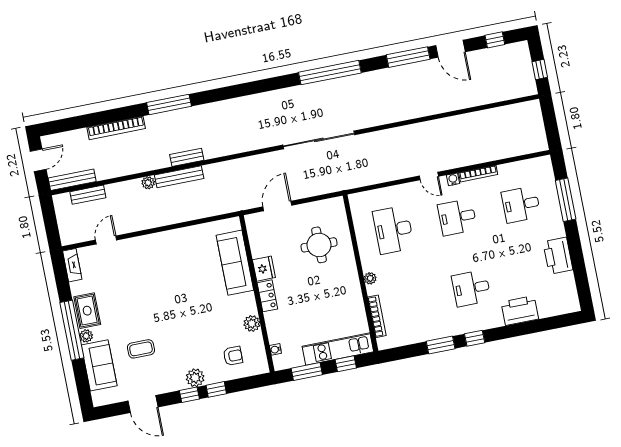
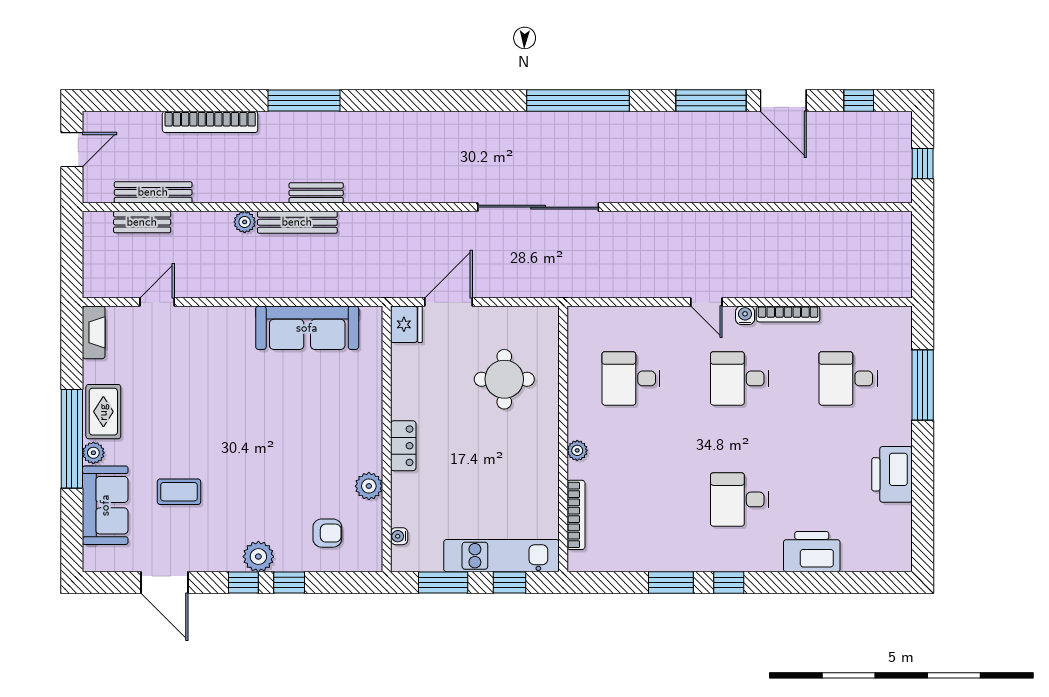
bench: (72, 180) -> (153, 192), moved
desk: (393, 230) -> (631, 378), width x0.73
sofa: (235, 263) -> (307, 328), moved, turned -90
fridge: (264, 269) -> (406, 324), moved

